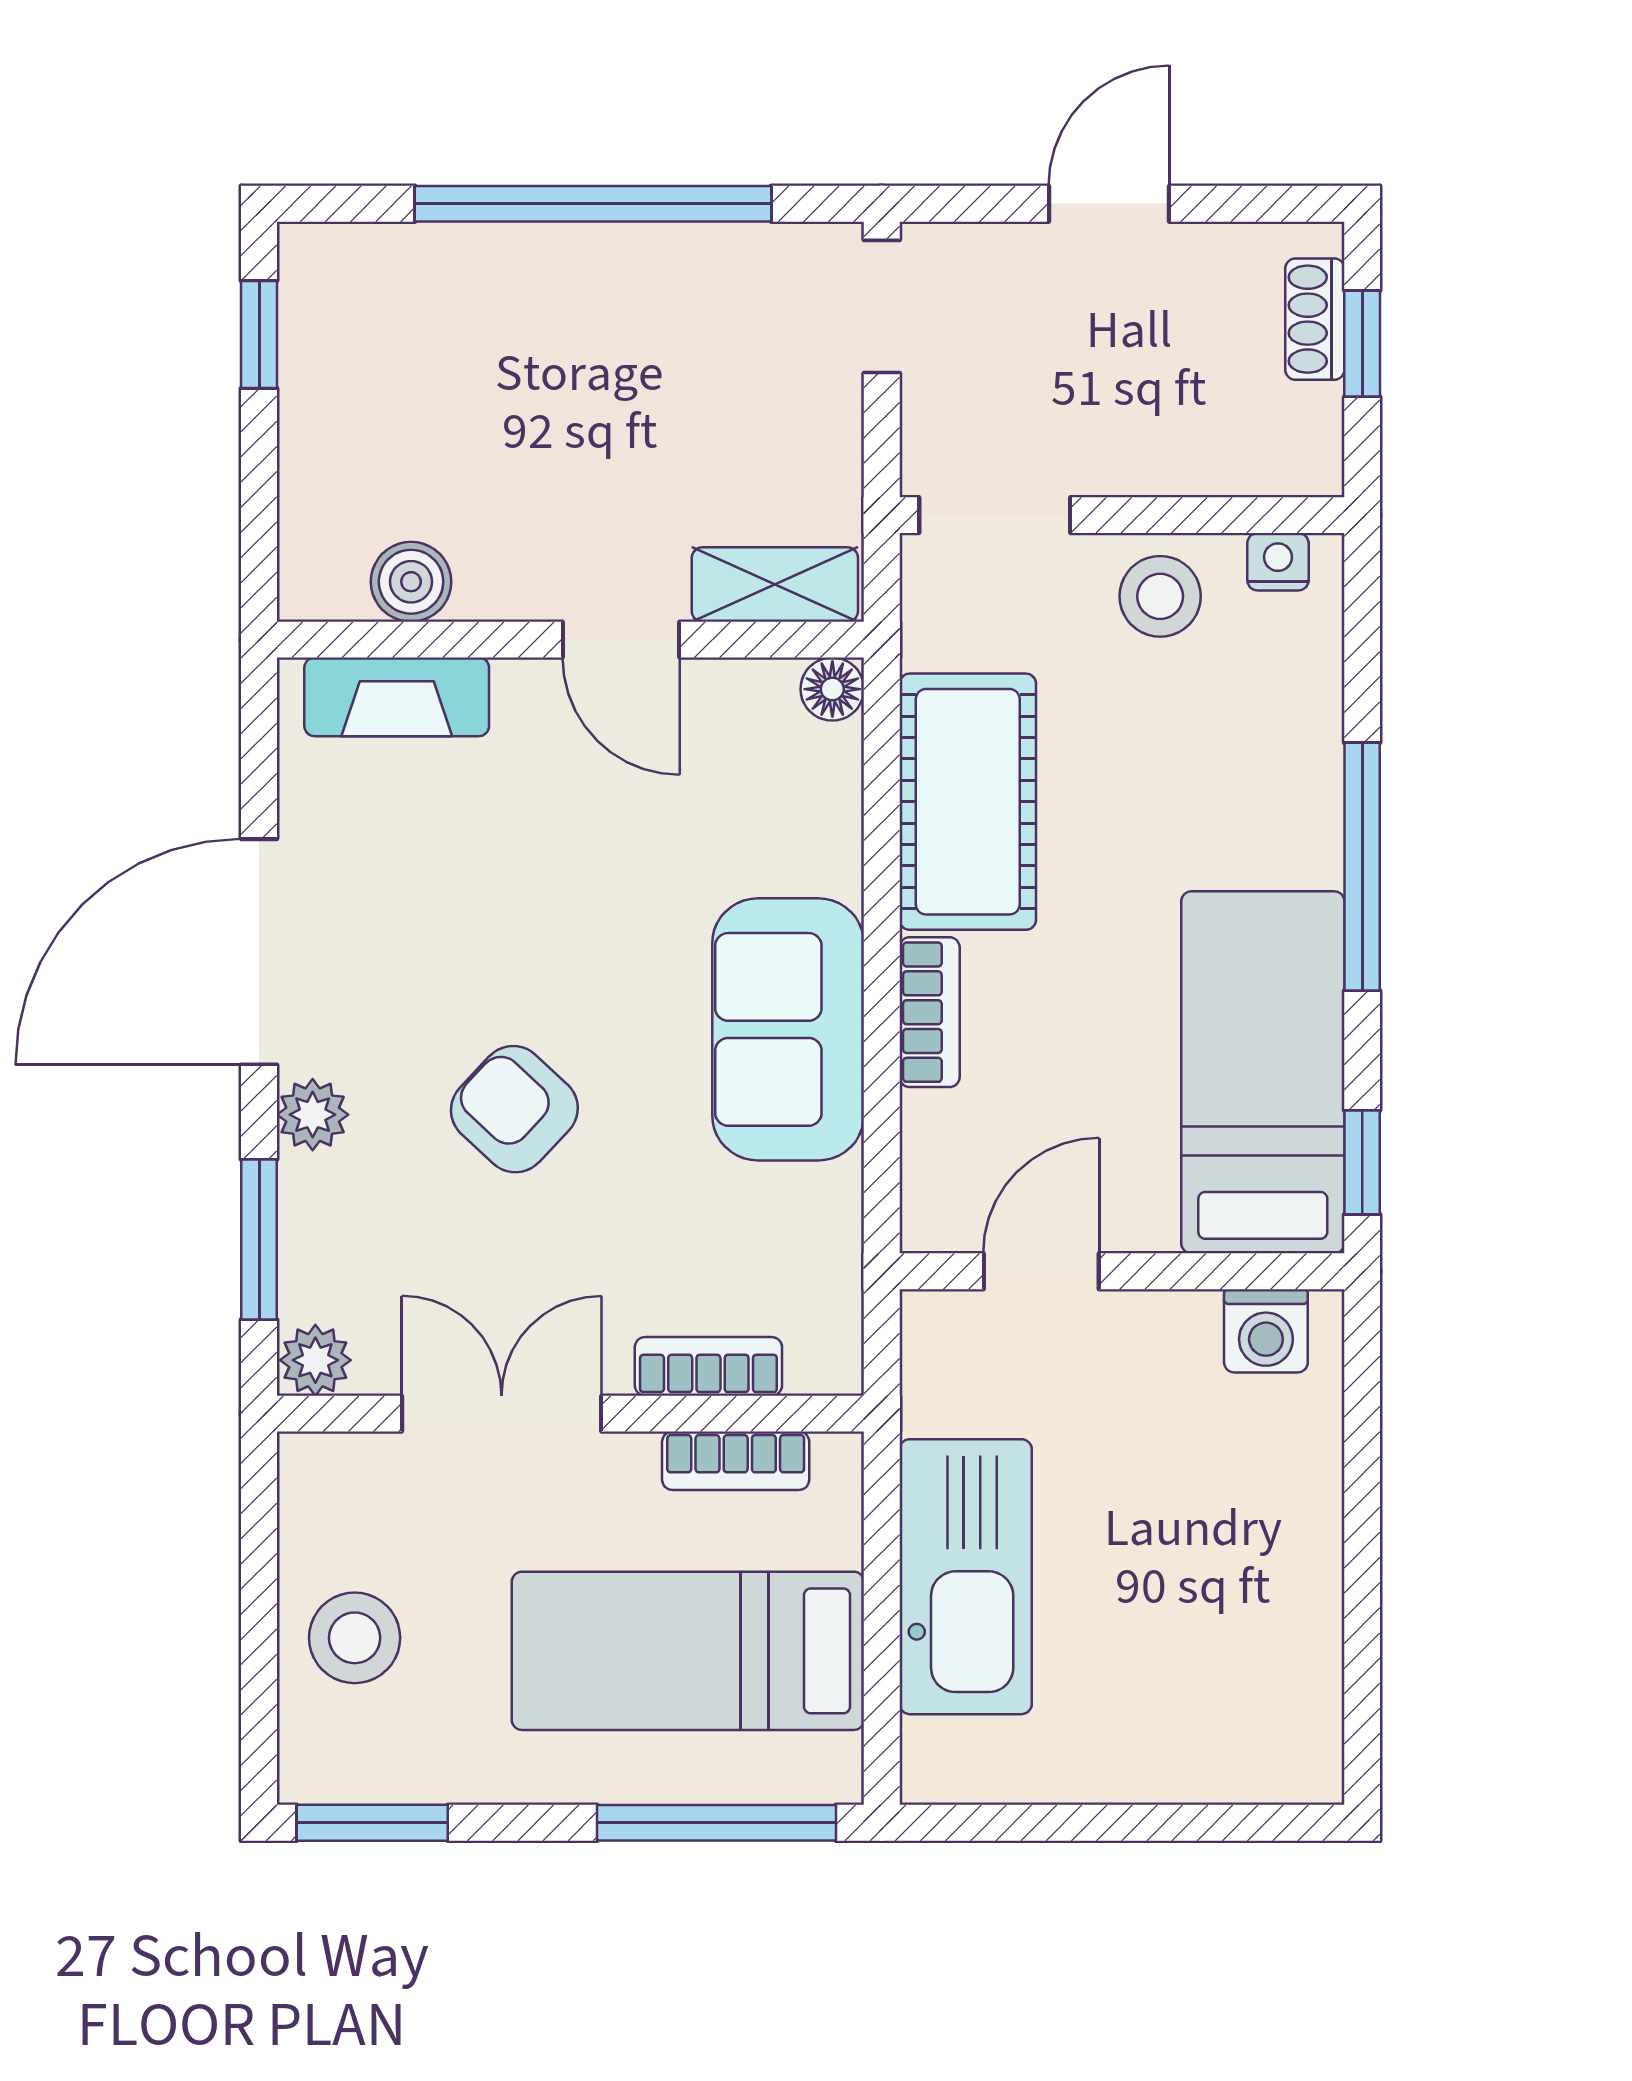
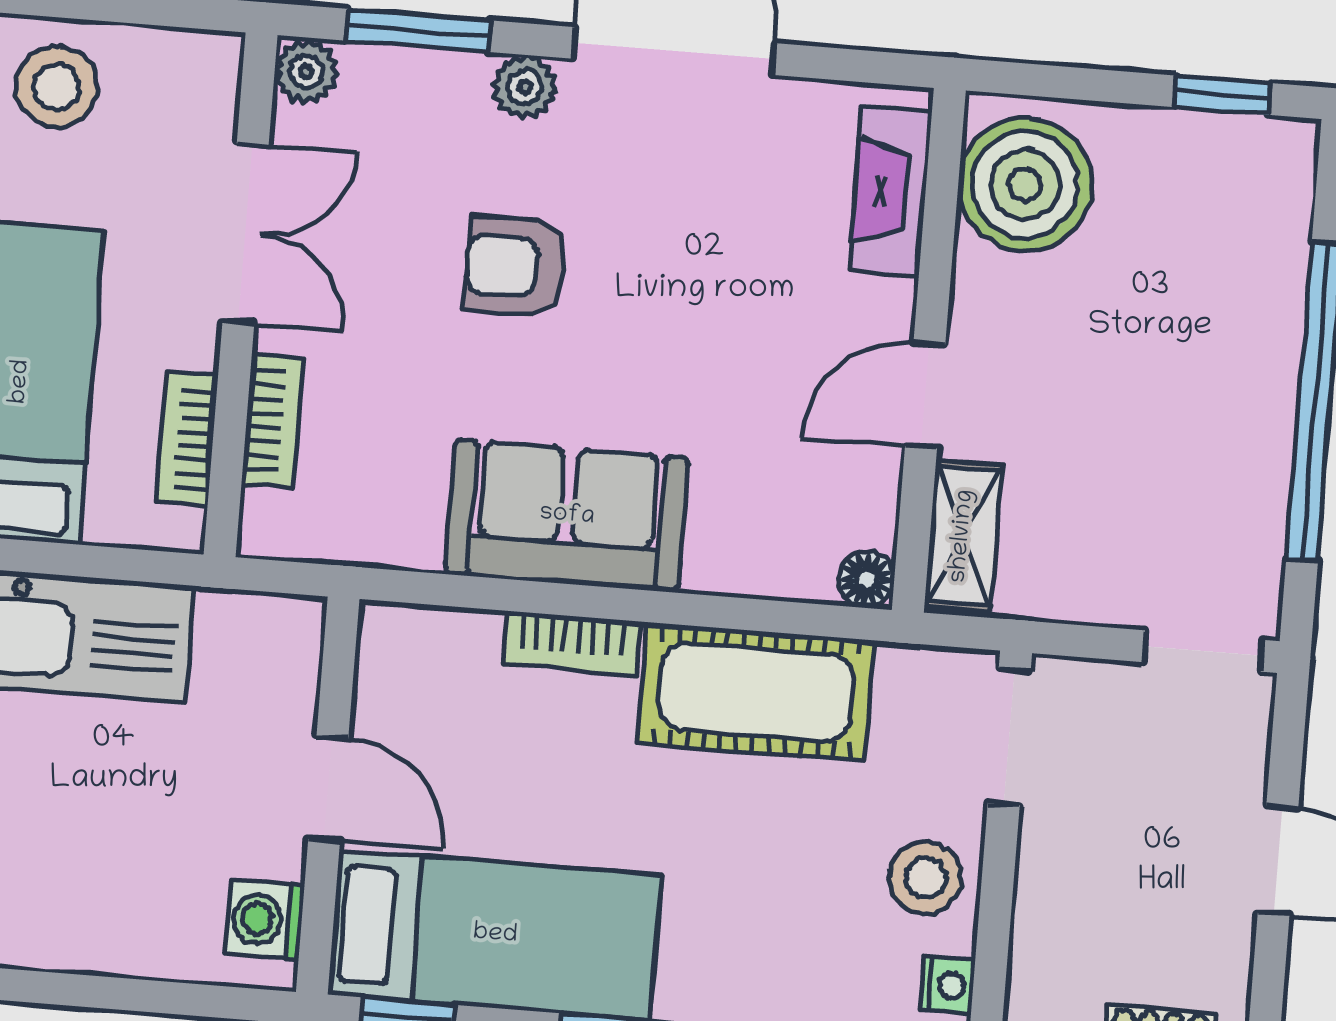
boiler: (411, 582) -> (1025, 184), width x1.86, depth x1.86
armchair: (514, 1109) -> (515, 267), turned -133
door: (1041, 1271) -> (328, 789), moved

